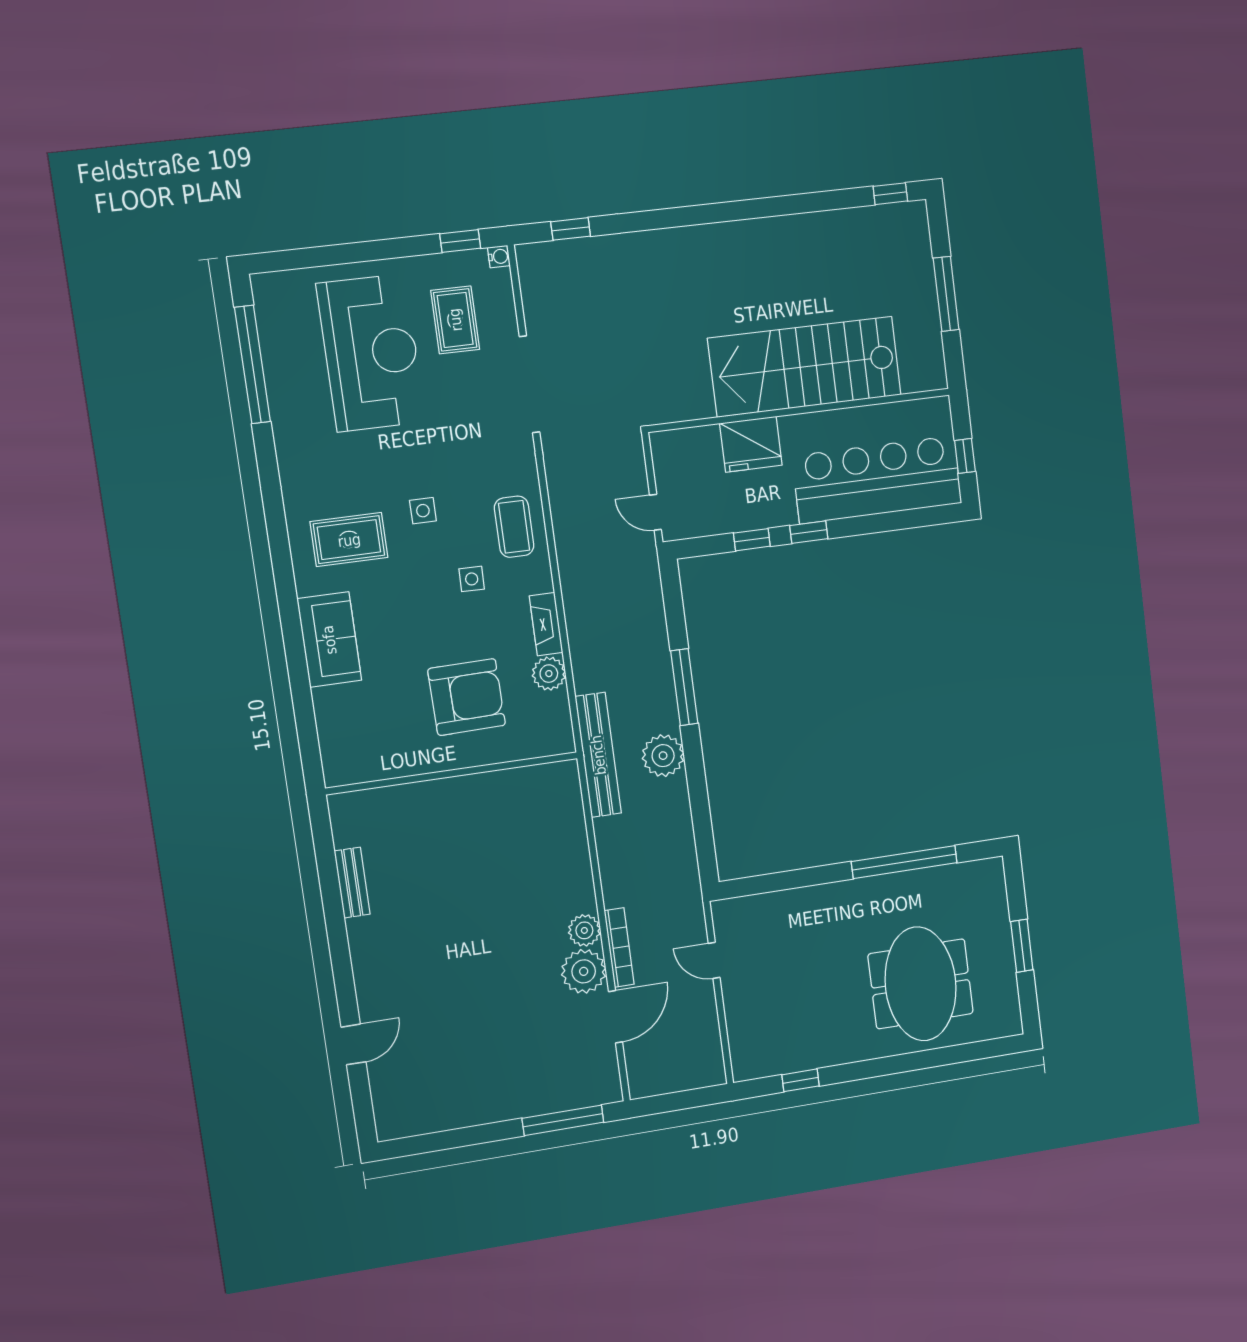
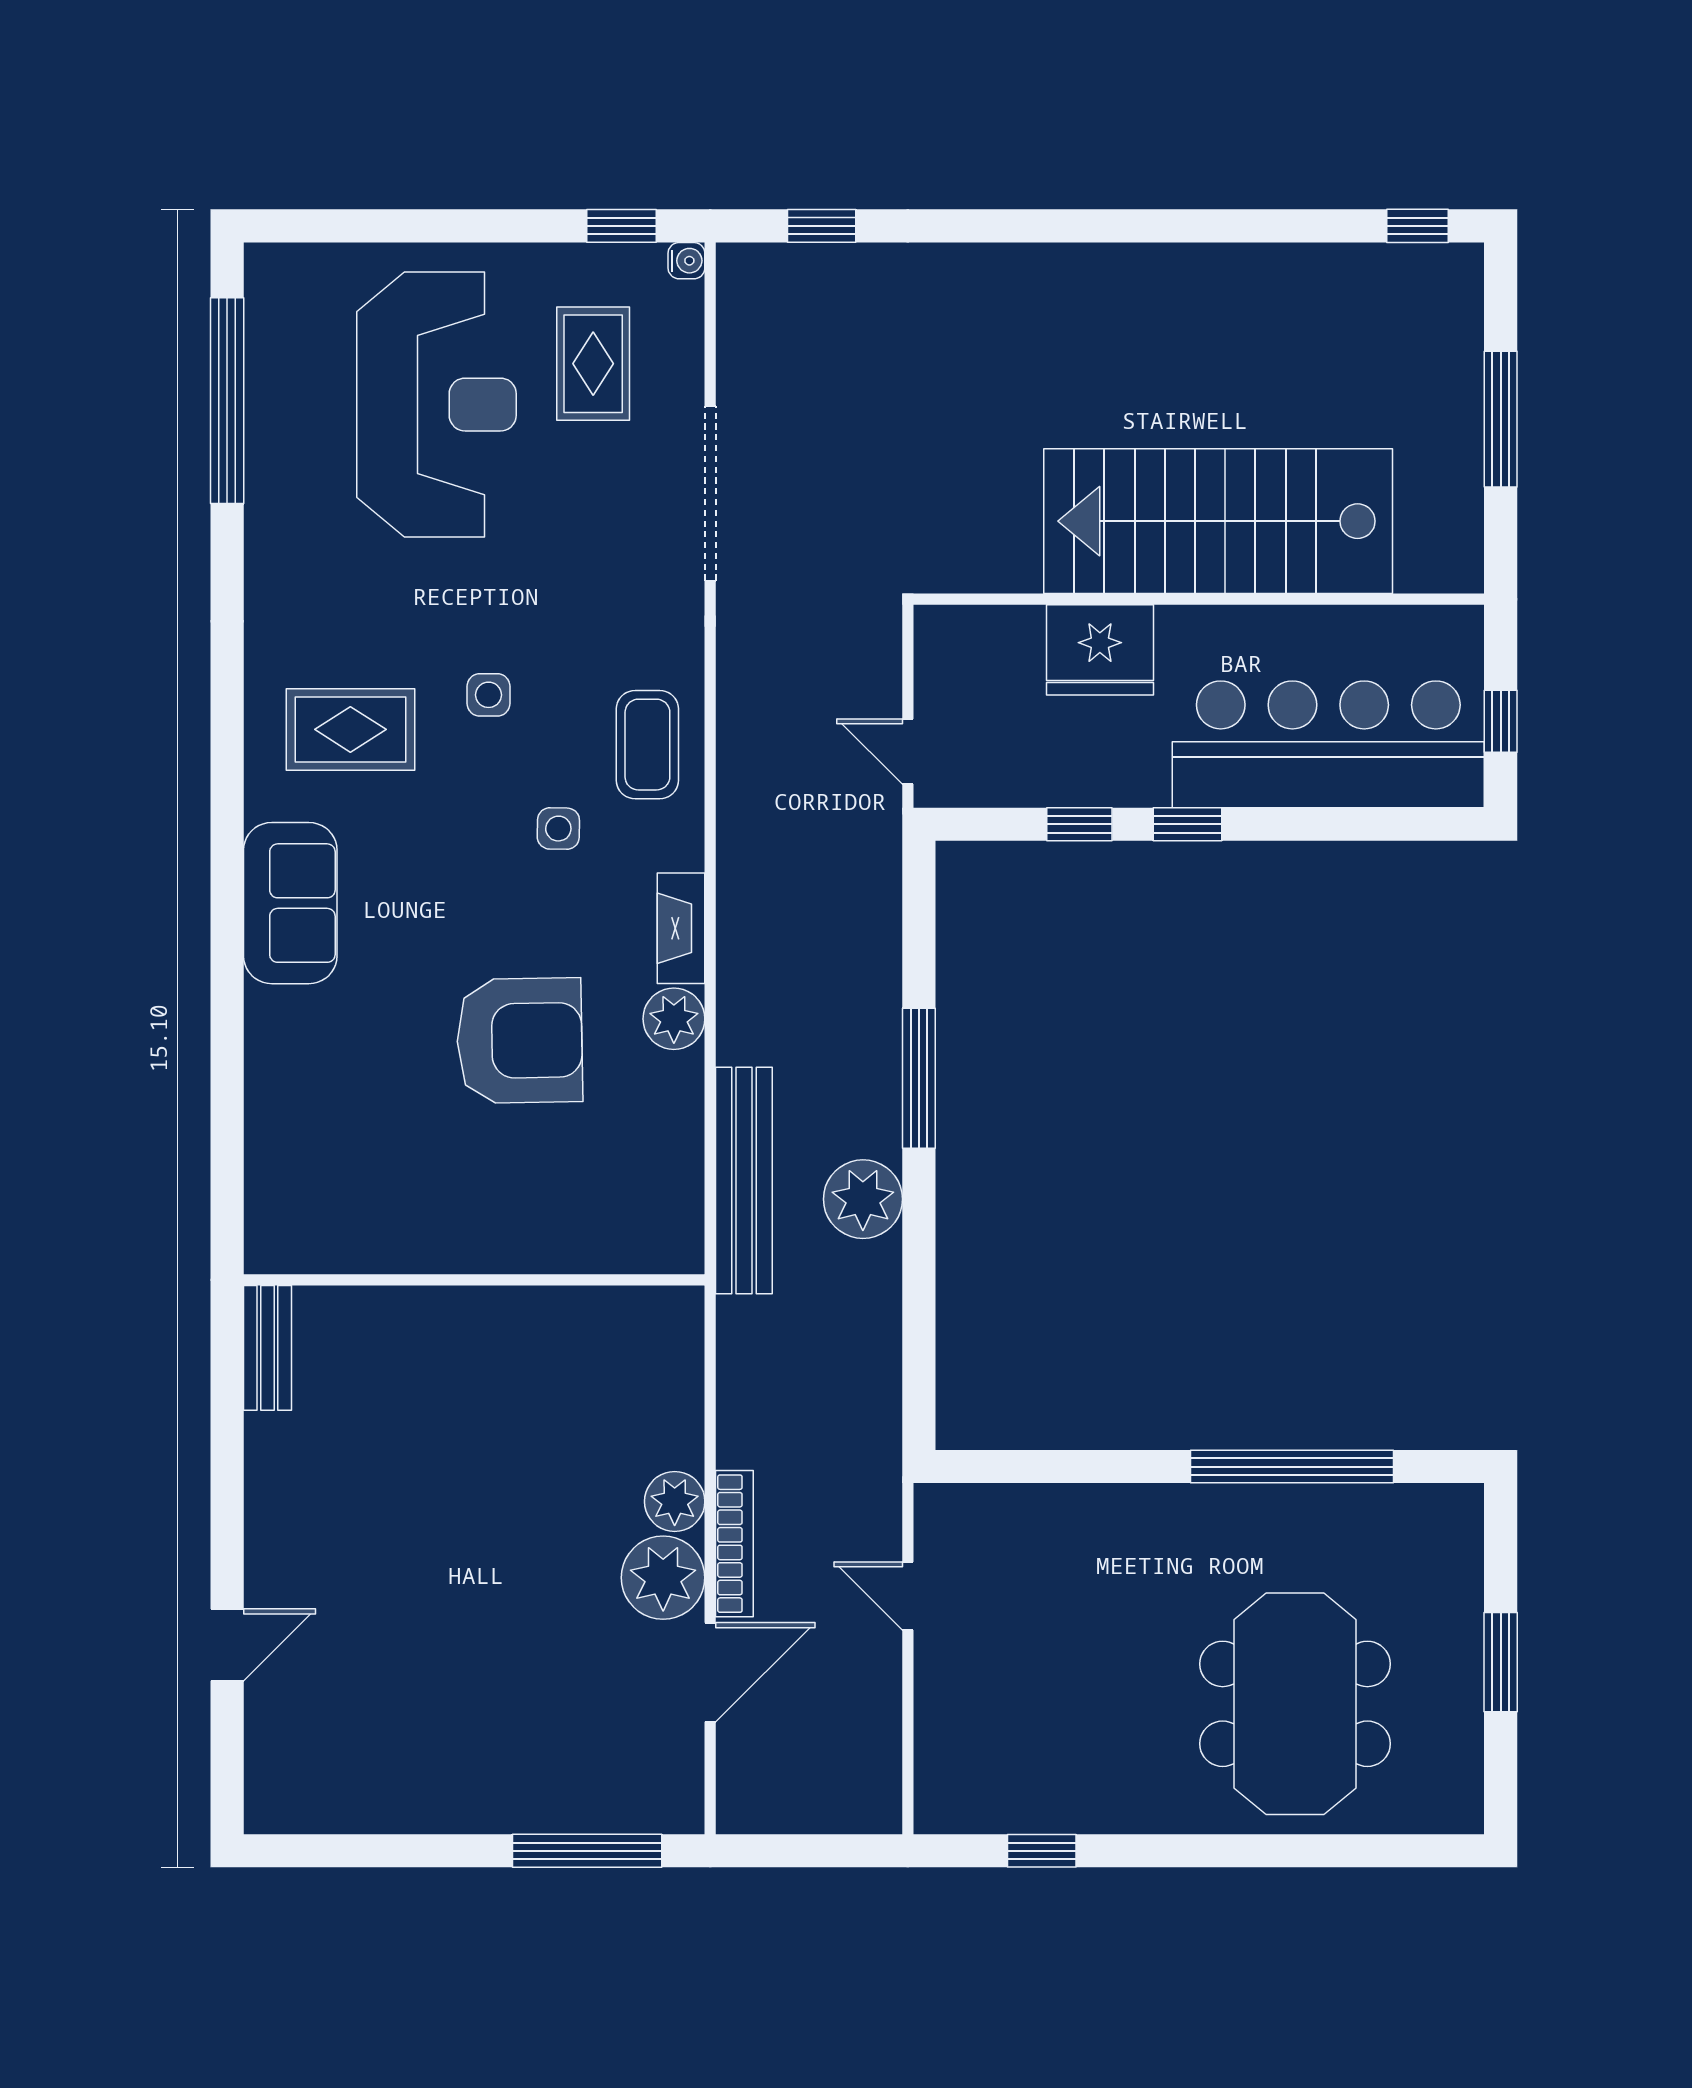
wall: (452, 773) -> (474, 1280), moved

